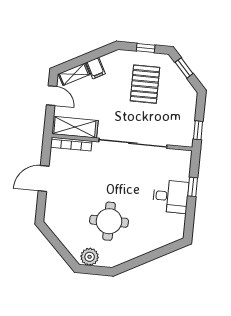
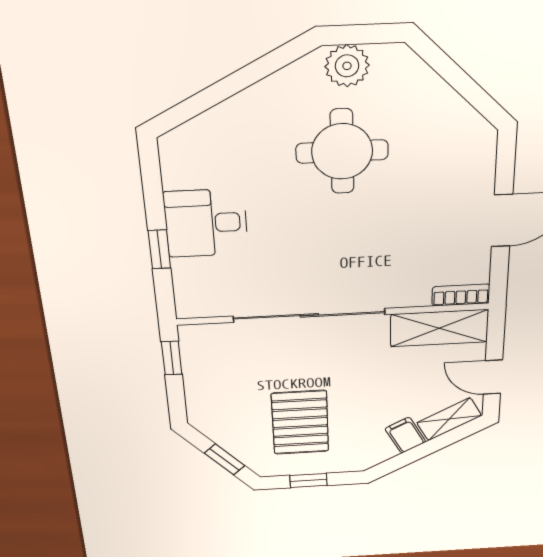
bookcase: (71, 144) -> (461, 295), width x0.64
plant: (90, 257) -> (347, 66), moved

